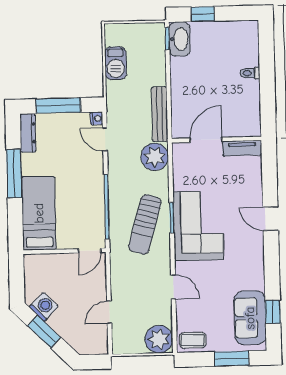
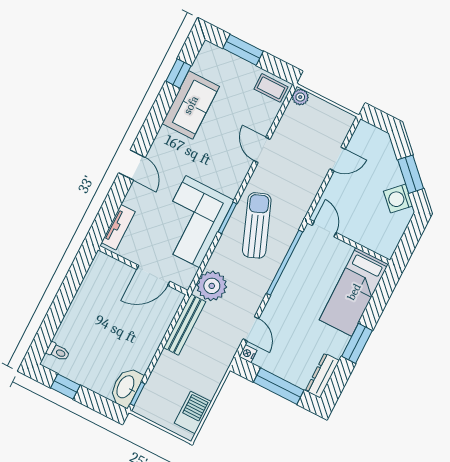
window: (203, 14) -> (65, 386), moved
barbecue: (116, 63) -> (193, 412), moved
toilet: (250, 73) -> (58, 352), moved
tv unit: (242, 148) -> (118, 227), moved, turned 90
window: (14, 174) -> (357, 343), width x0.69
sun lounger: (145, 224) -> (257, 225), turned -37
corner sofa: (198, 226) -> (193, 222), moved
door: (90, 251) -> (324, 229), hinge flipped
sofa: (250, 318) -> (191, 105), moved
plant: (159, 339) -> (300, 97), width x0.53, depth x0.53

